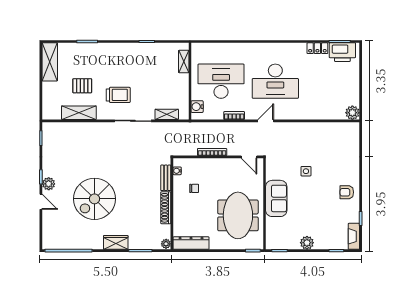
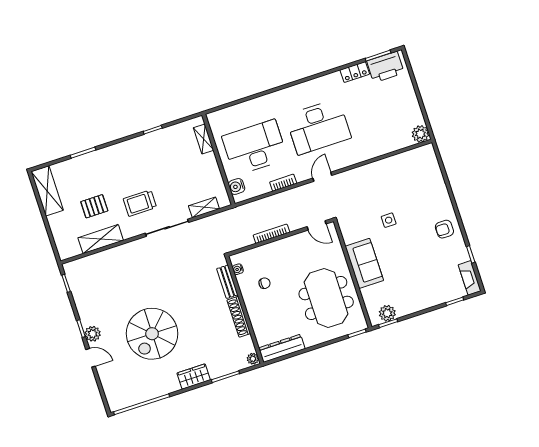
trolley: (118, 95) -> (140, 203), turned 180
plant: (307, 243) -> (387, 313), moved

